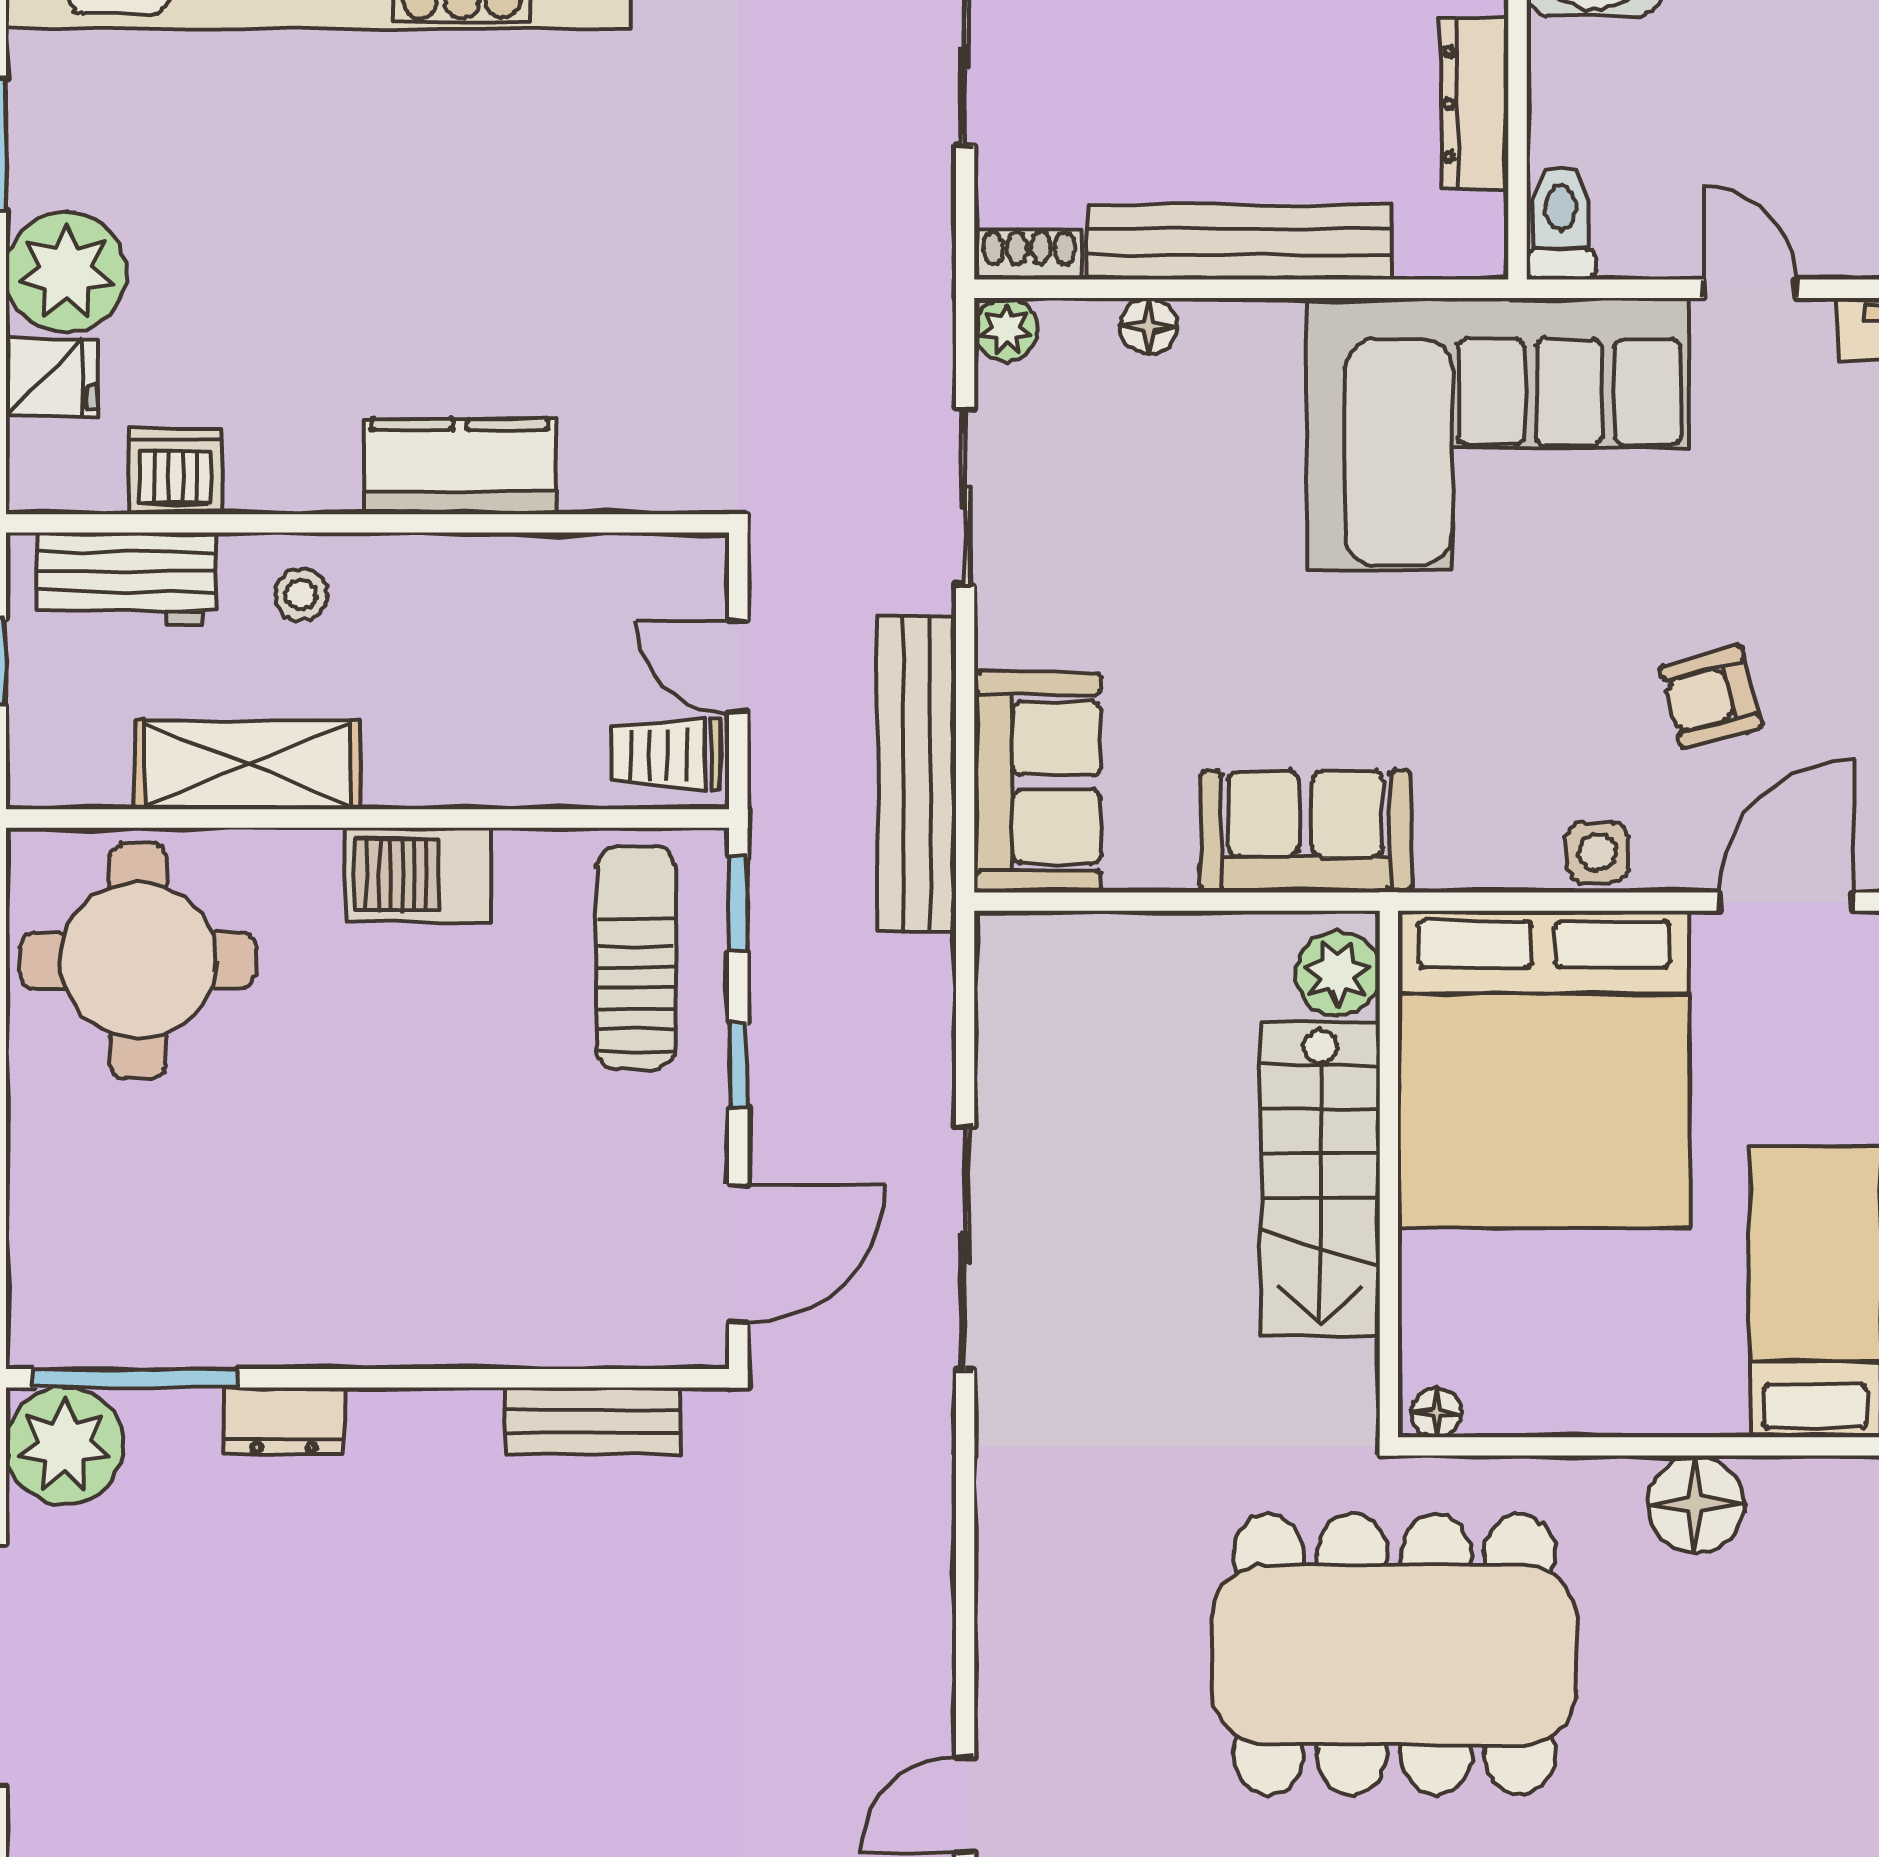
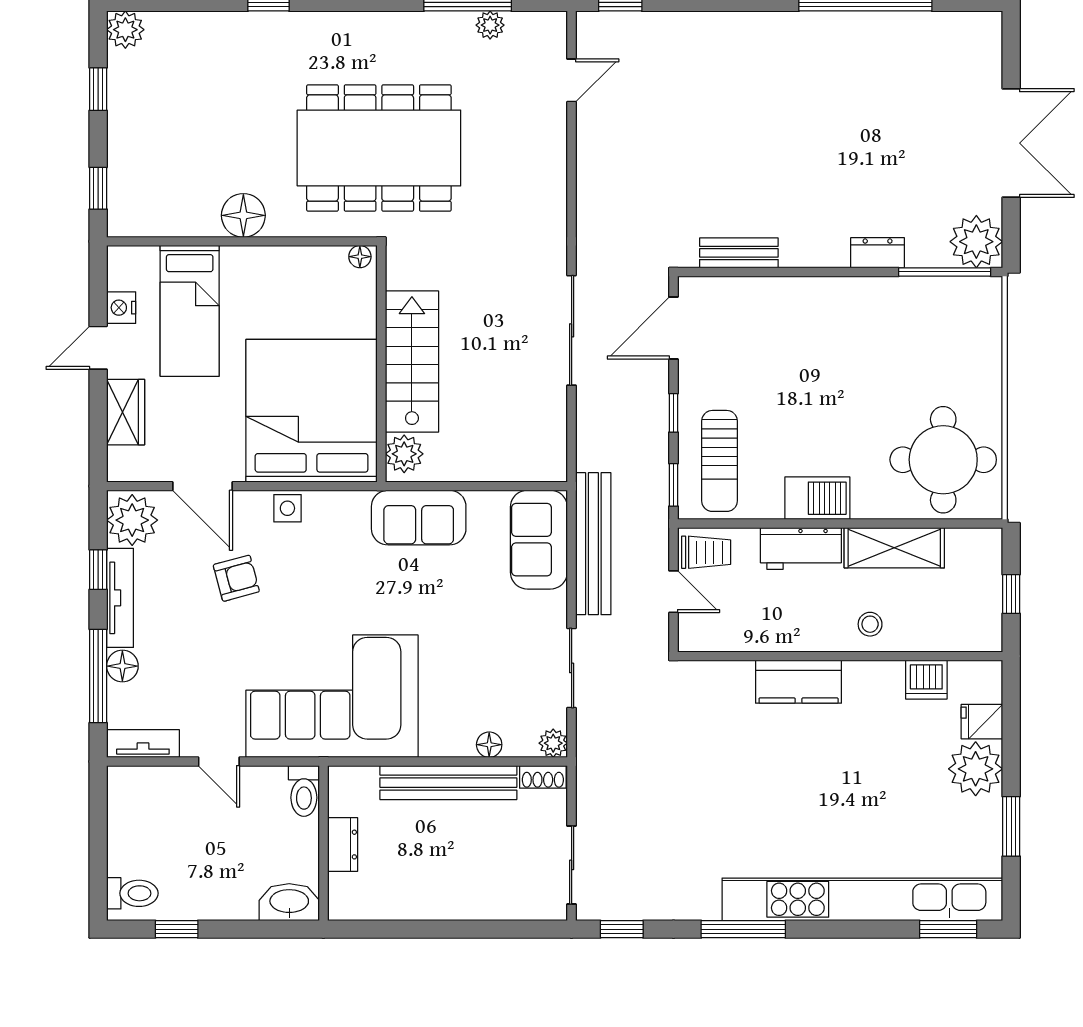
dresser: (1475, 104) -> (343, 845), width x0.70
workbench: (126, 579) -> (801, 549), moved, turned 180
door: (1787, 902) -> (203, 486), hinge flipped

